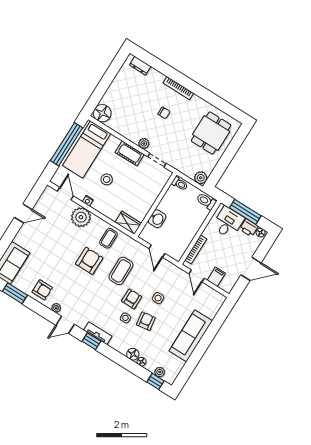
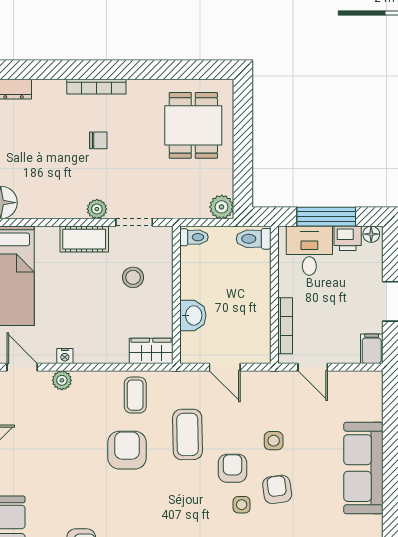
stool: (107, 179) -> (133, 277), moved
plant: (81, 217) -> (62, 380), width x0.53, depth x0.53
filing cabinet: (216, 277) -> (372, 349), moved

